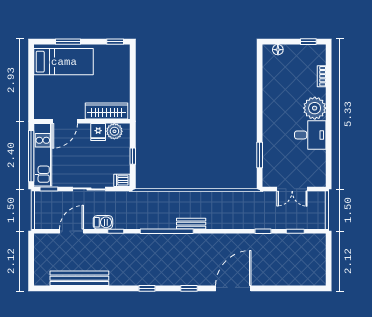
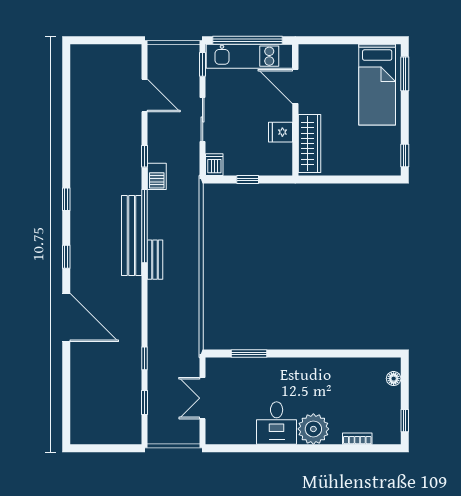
window: (68, 42) -> (405, 74), moved
plant: (114, 131) -> (282, 154), removed
barbecue: (103, 222) -> (157, 176), moved
bench: (79, 278) -> (132, 235), moved

